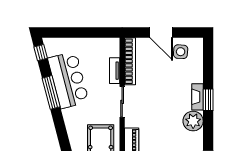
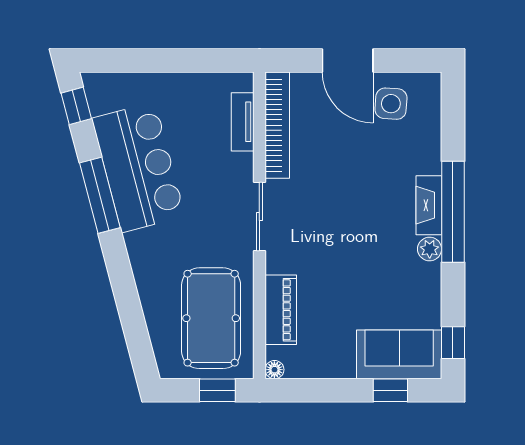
tv unit: (115, 71) -> (243, 122), moved
window: (208, 100) -> (453, 212), width x2.11
plant: (193, 121) -> (430, 249), width x0.53, depth x0.53

